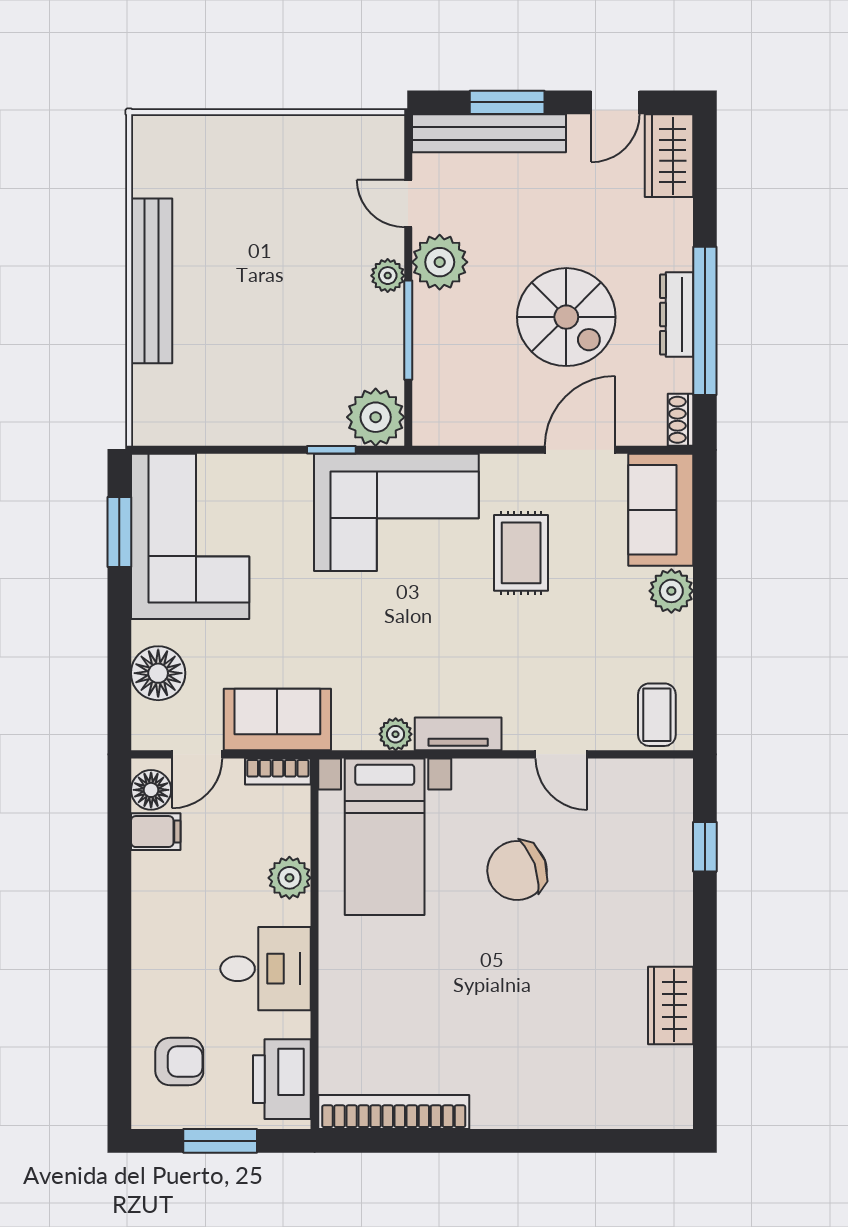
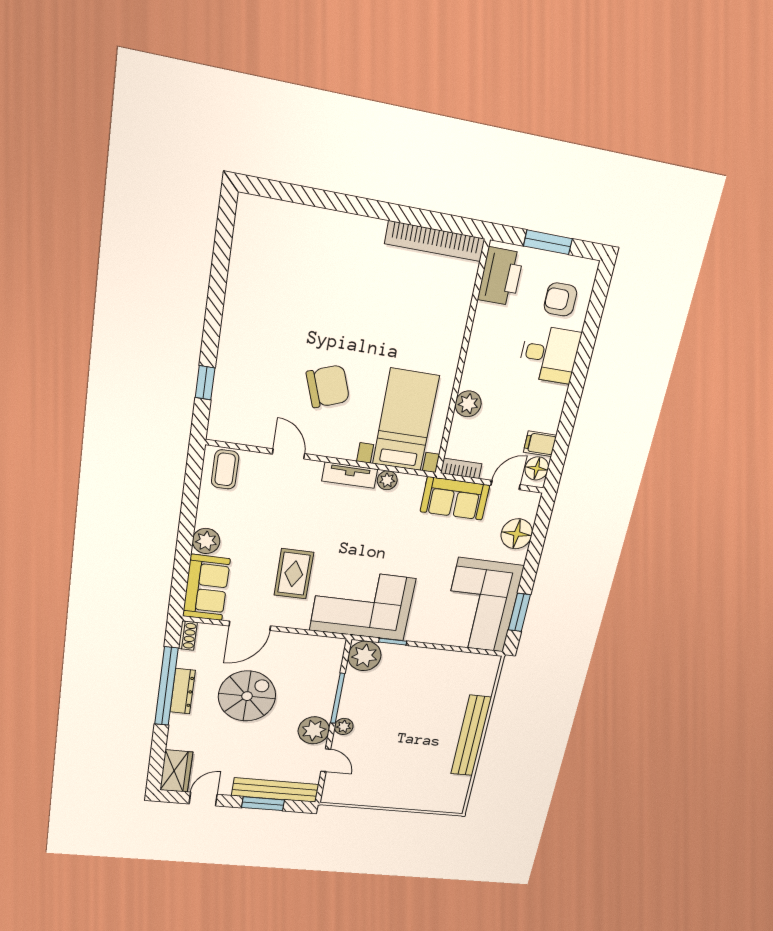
spiral stairs: (566, 317) -> (247, 696), turned 90
desk: (266, 969) -> (549, 354), moved, turned 180
wardrobe: (671, 1005) -> (242, 281), removed

